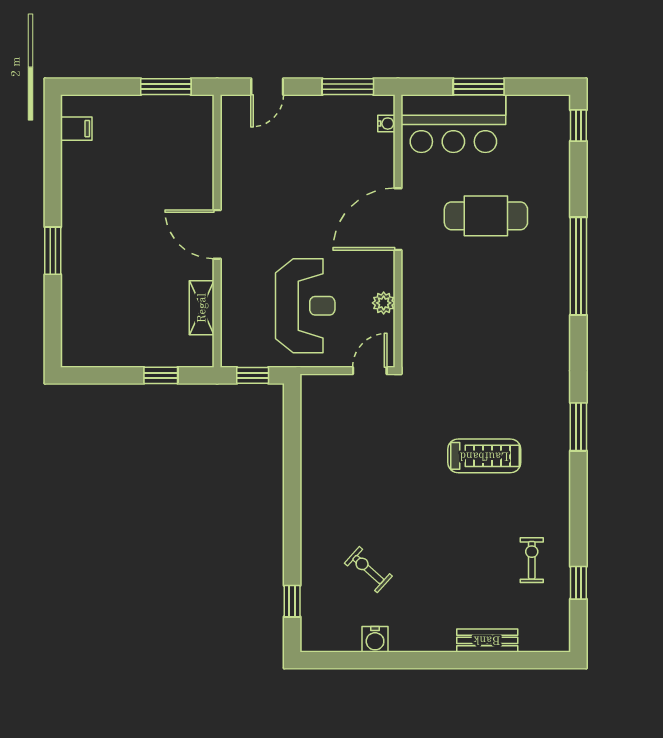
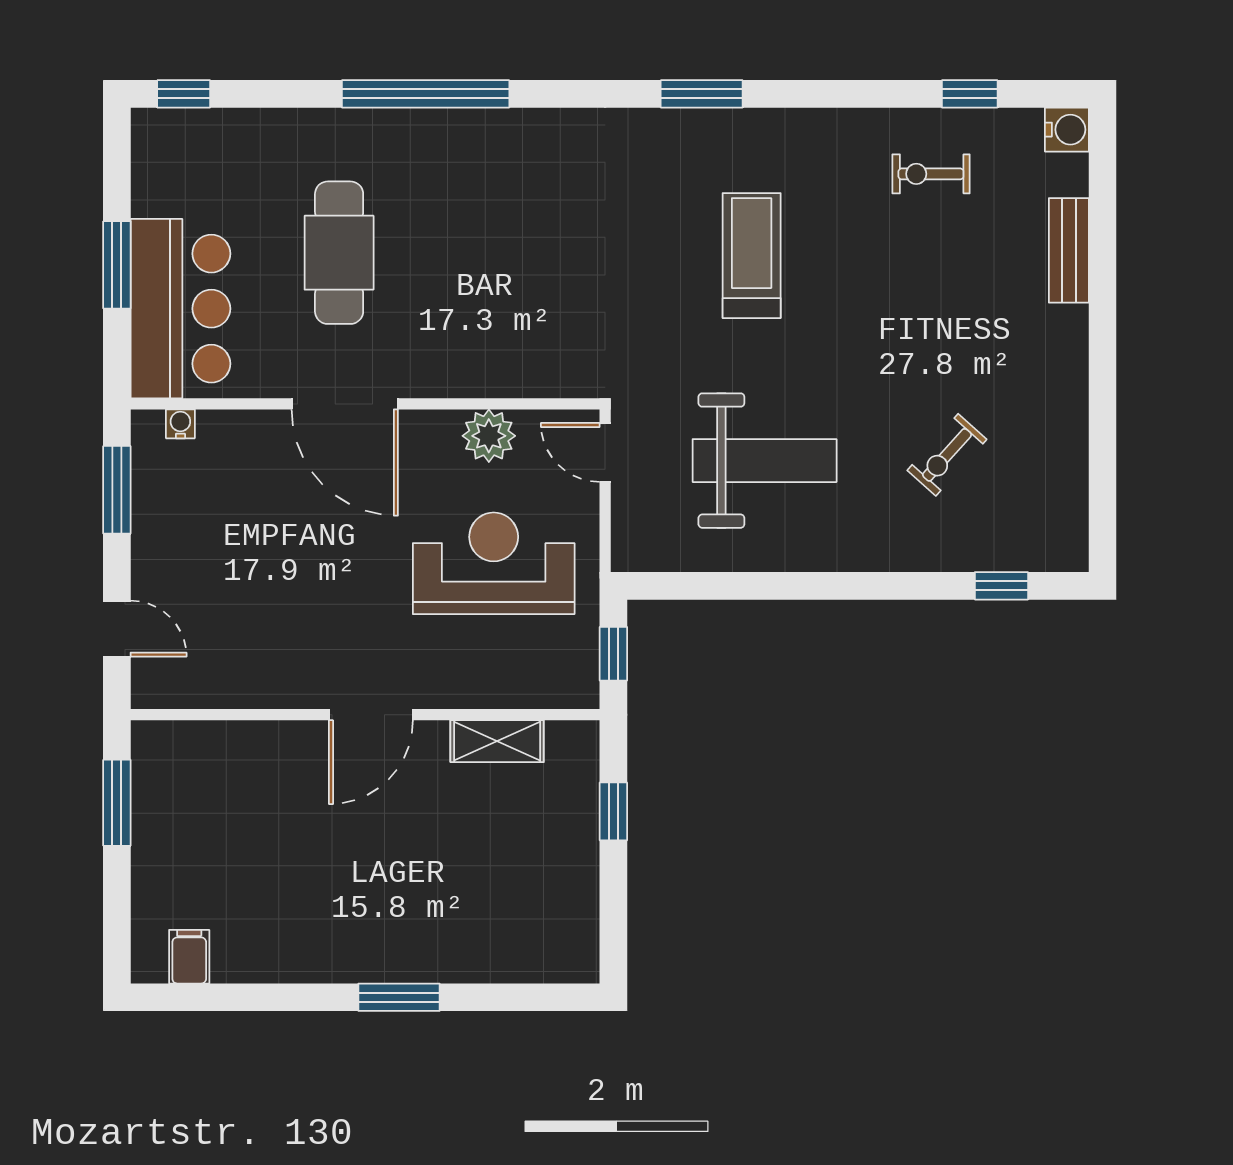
plant: (384, 303) -> (489, 436), width x1.38, depth x1.38
weight bench: (365, 463) -> (765, 461), added
water cooler: (375, 639) -> (1067, 130), moved

